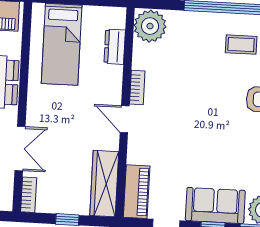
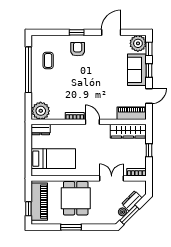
dresser: (115, 47) -> (41, 130), moved
door: (125, 119) -> (92, 122), swing flipped

